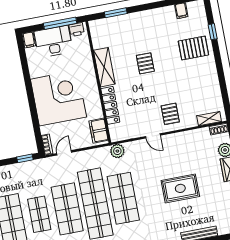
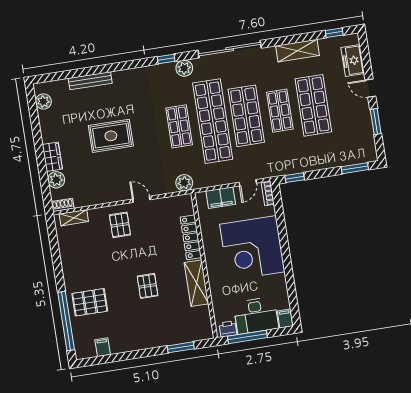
window: (213, 32) -> (66, 321), width x3.17
filing cabinet: (99, 131) -> (221, 198), moved, turned 90
shop shelf: (123, 198) -> (179, 126), width x0.70, depth x0.74

